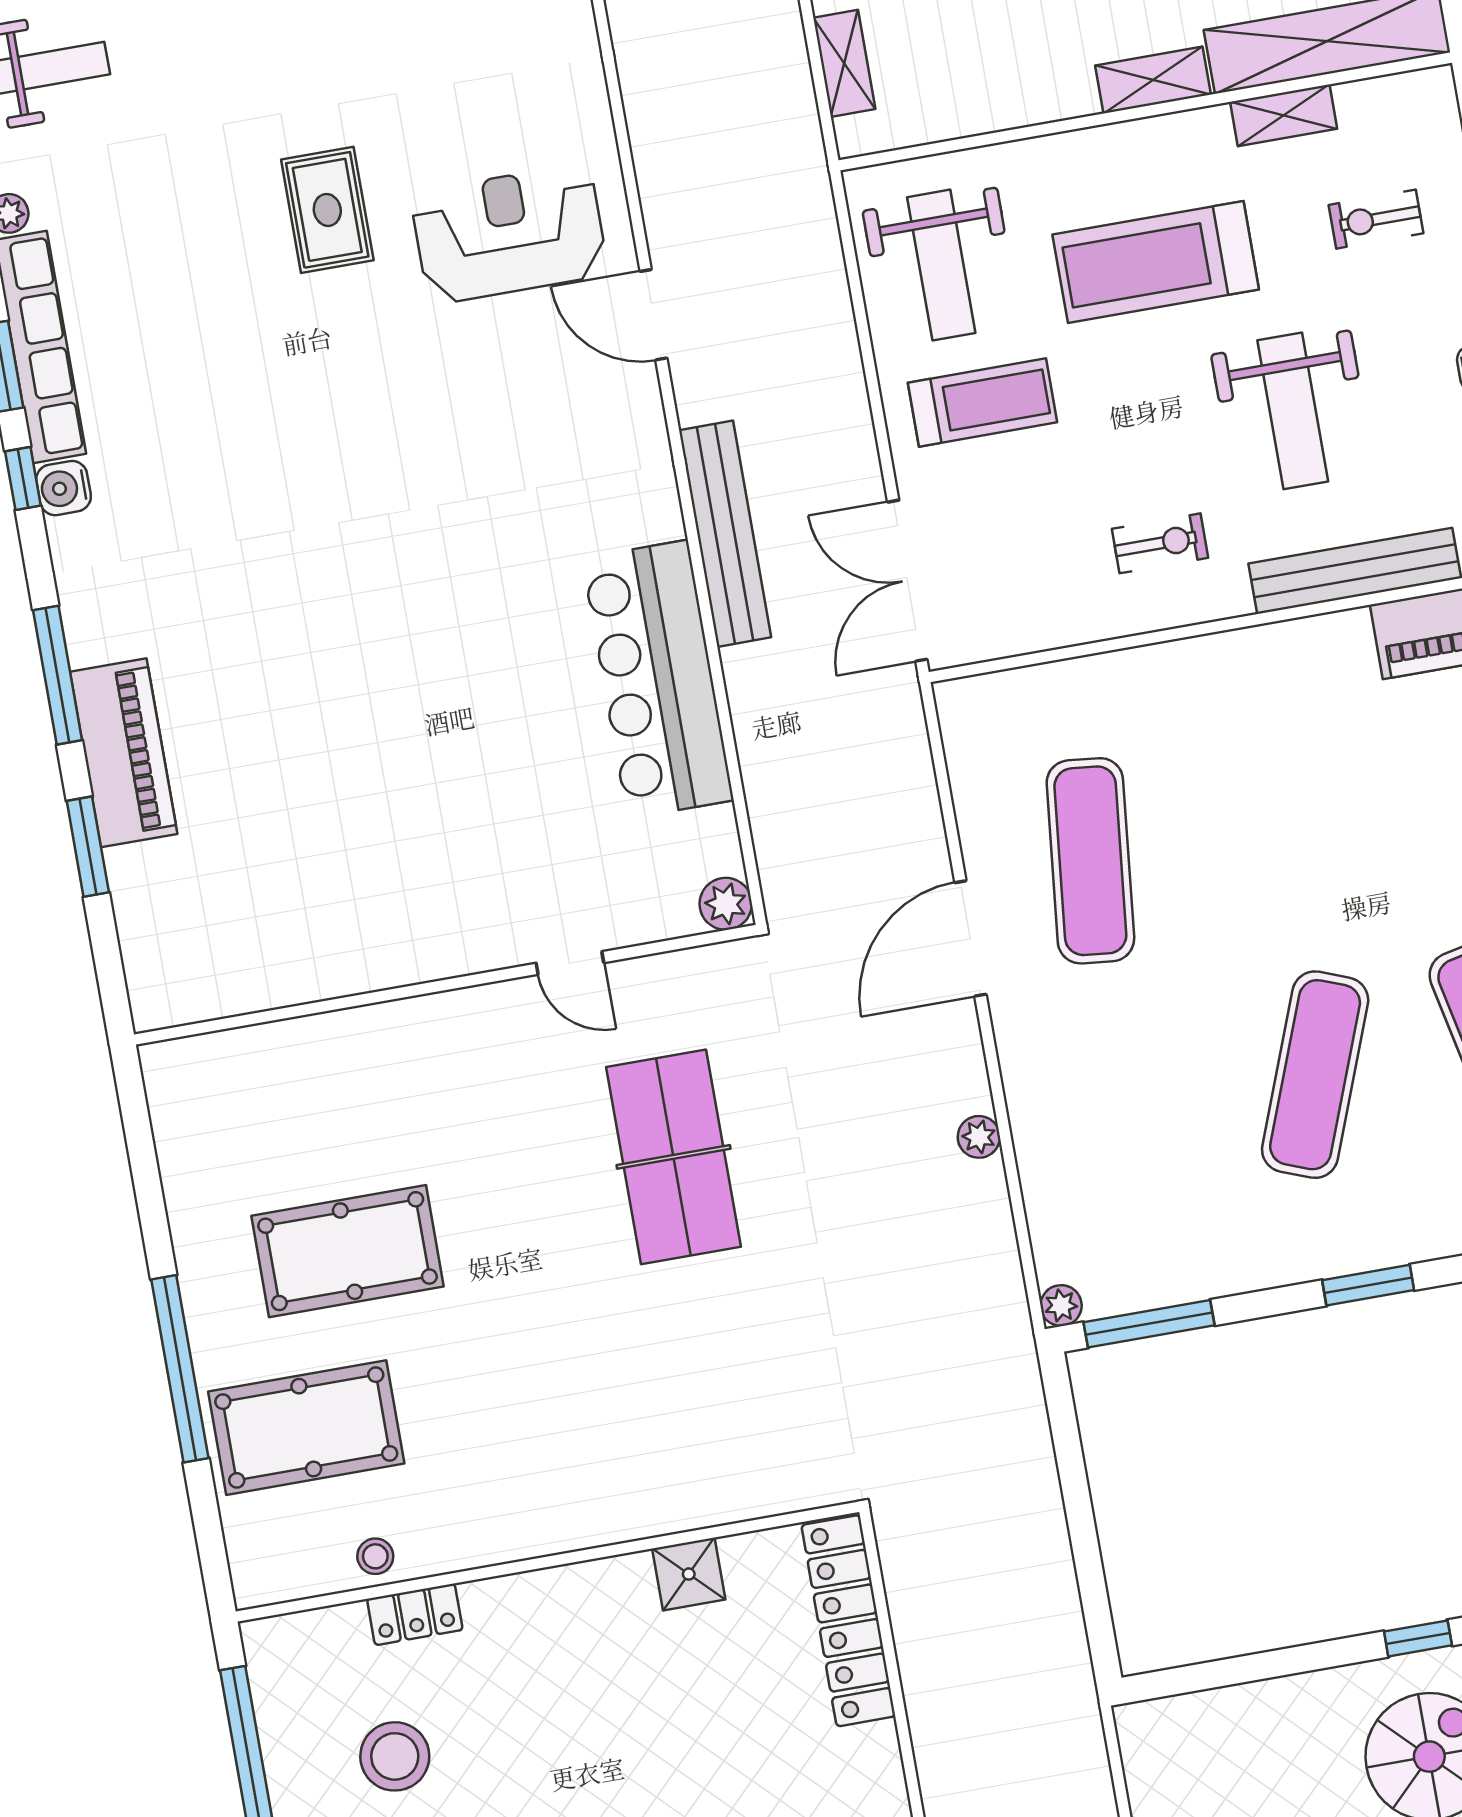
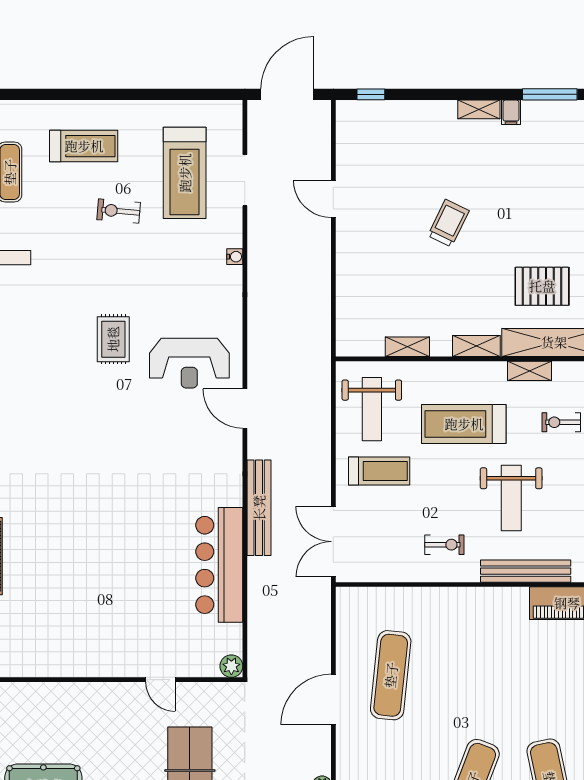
shelving: (844, 63) -> (407, 347), moved, turned 90
reception desk: (509, 234) -> (189, 363), turned 180

